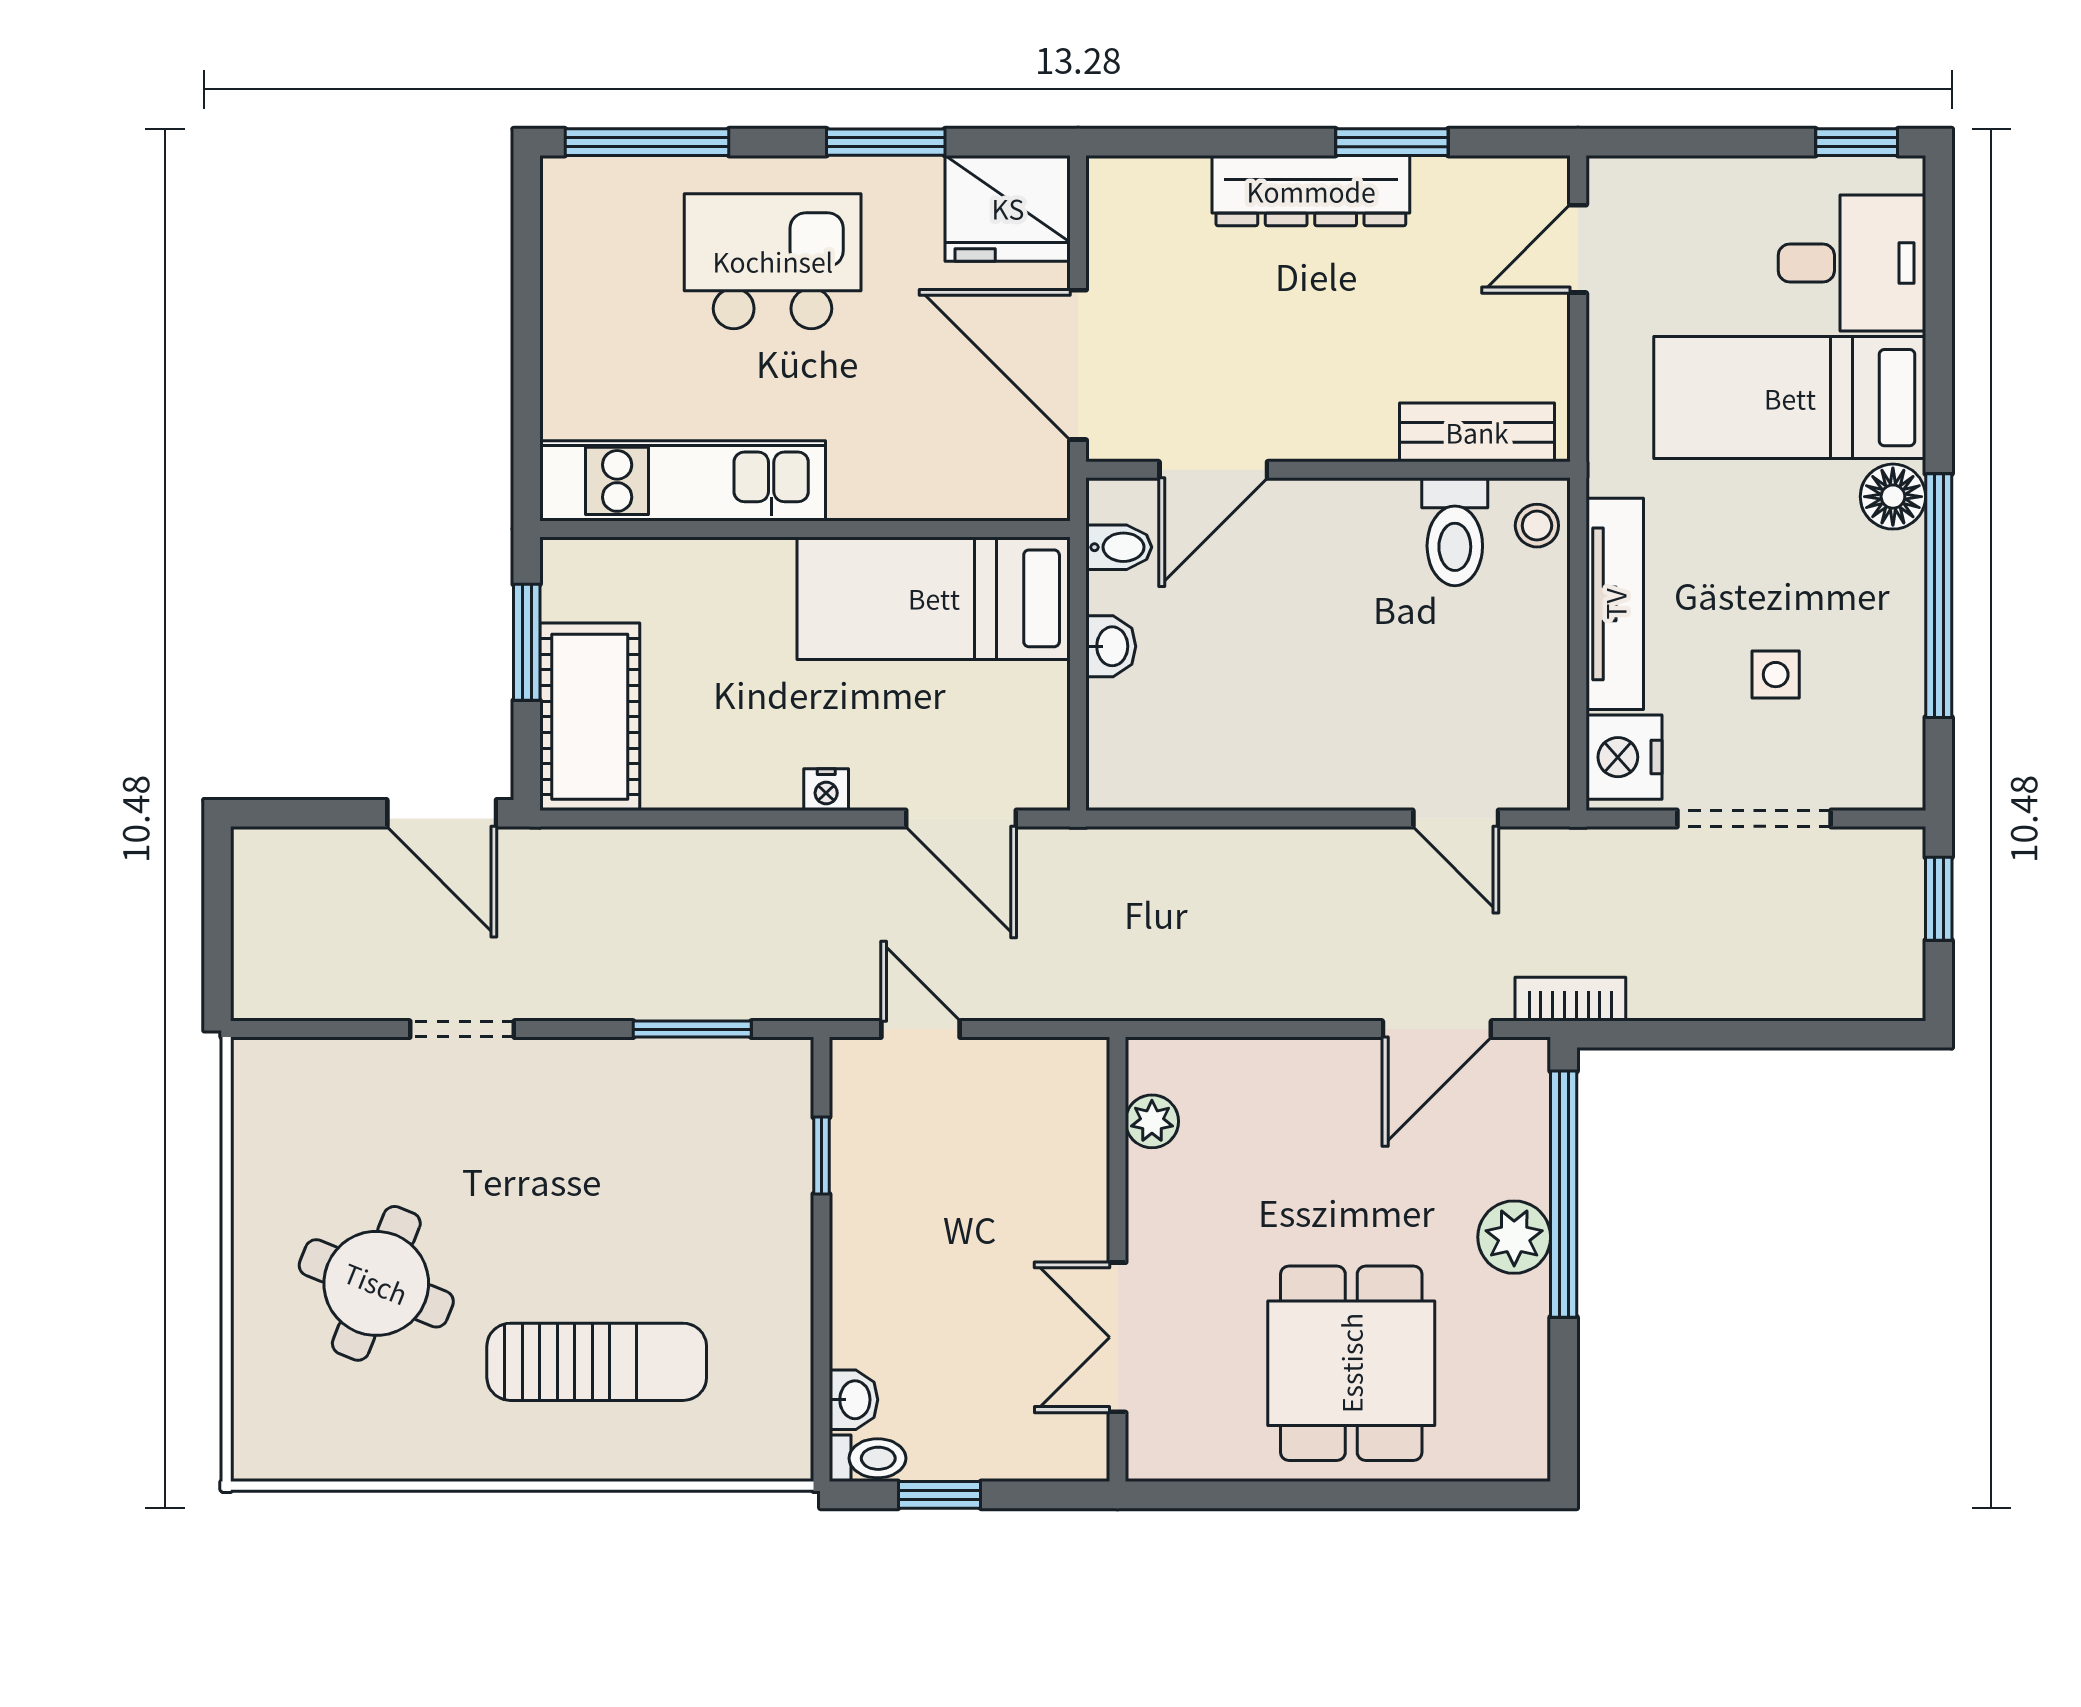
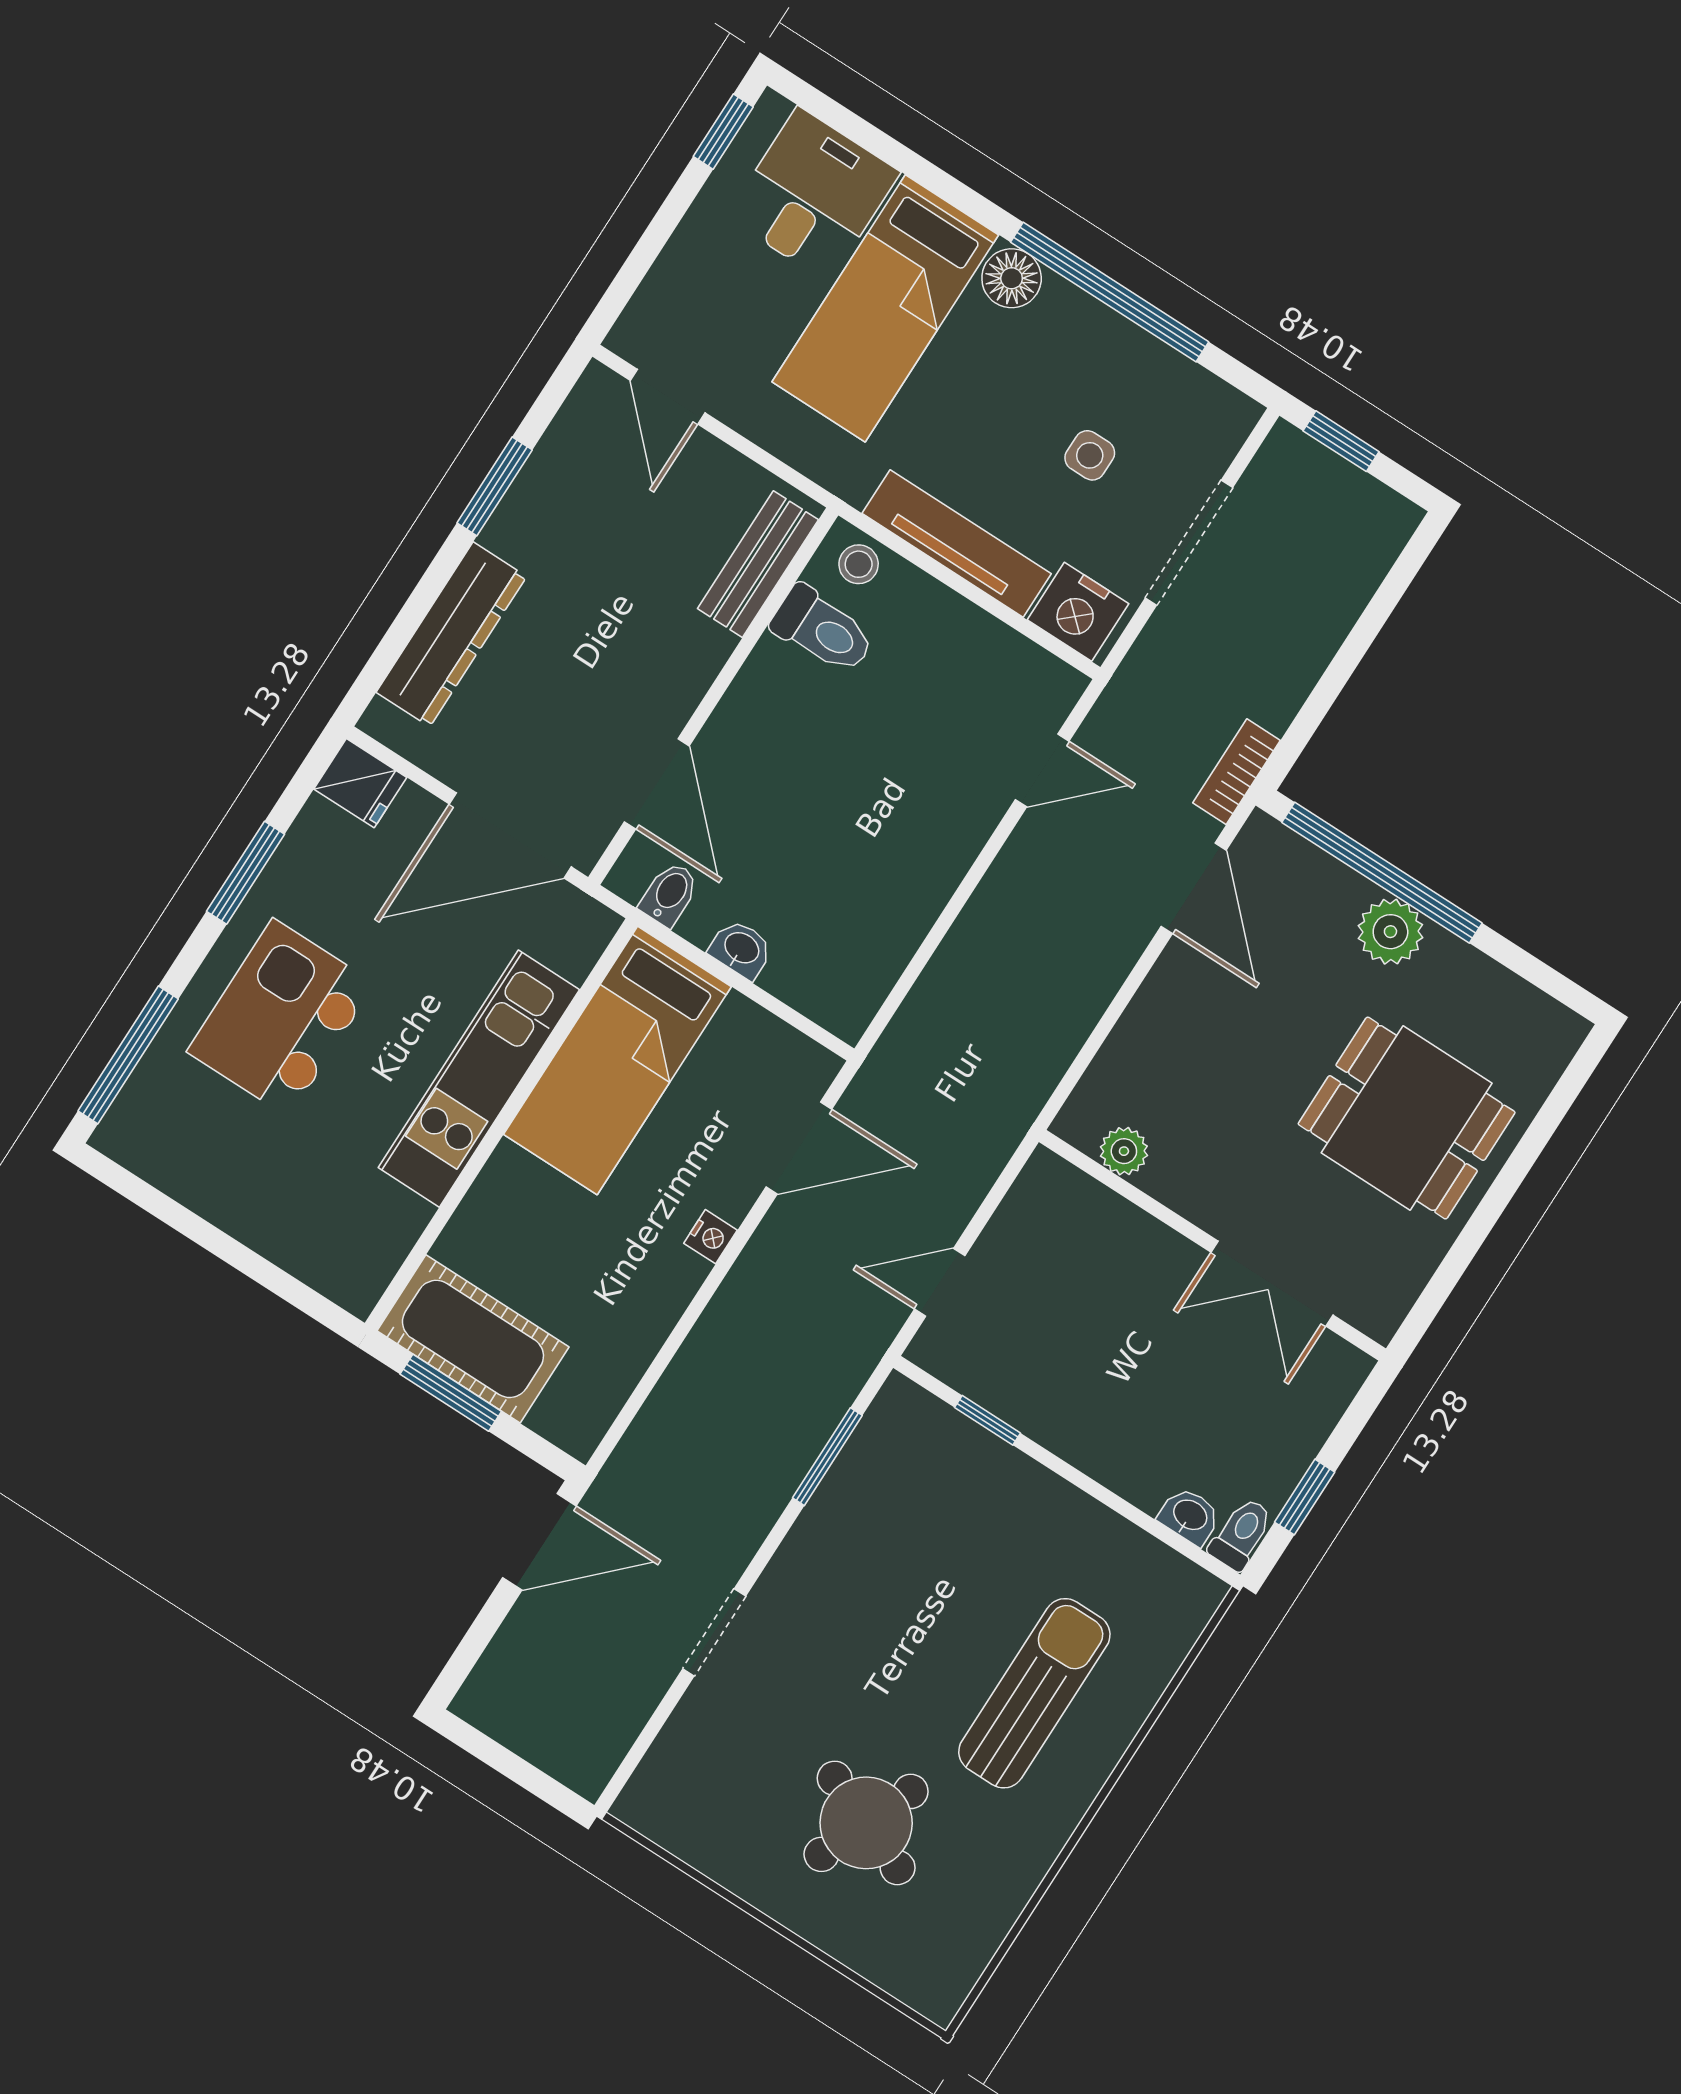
dresser: (1311, 191) -> (451, 634), moved
fridge: (1008, 208) -> (360, 783), width x0.53, depth x0.75
kitchen unit: (683, 481) -> (479, 1079), moved
cot: (590, 717) -> (473, 1339), moved

